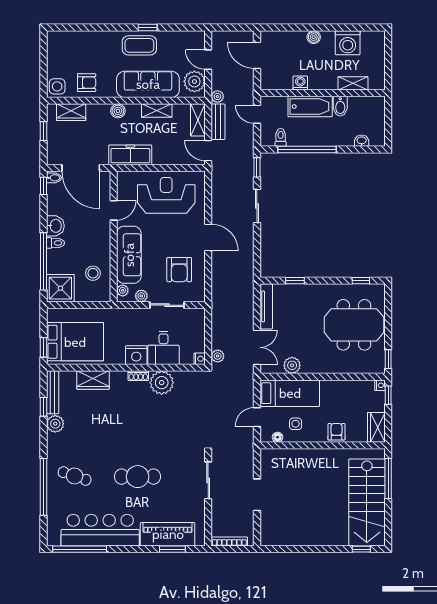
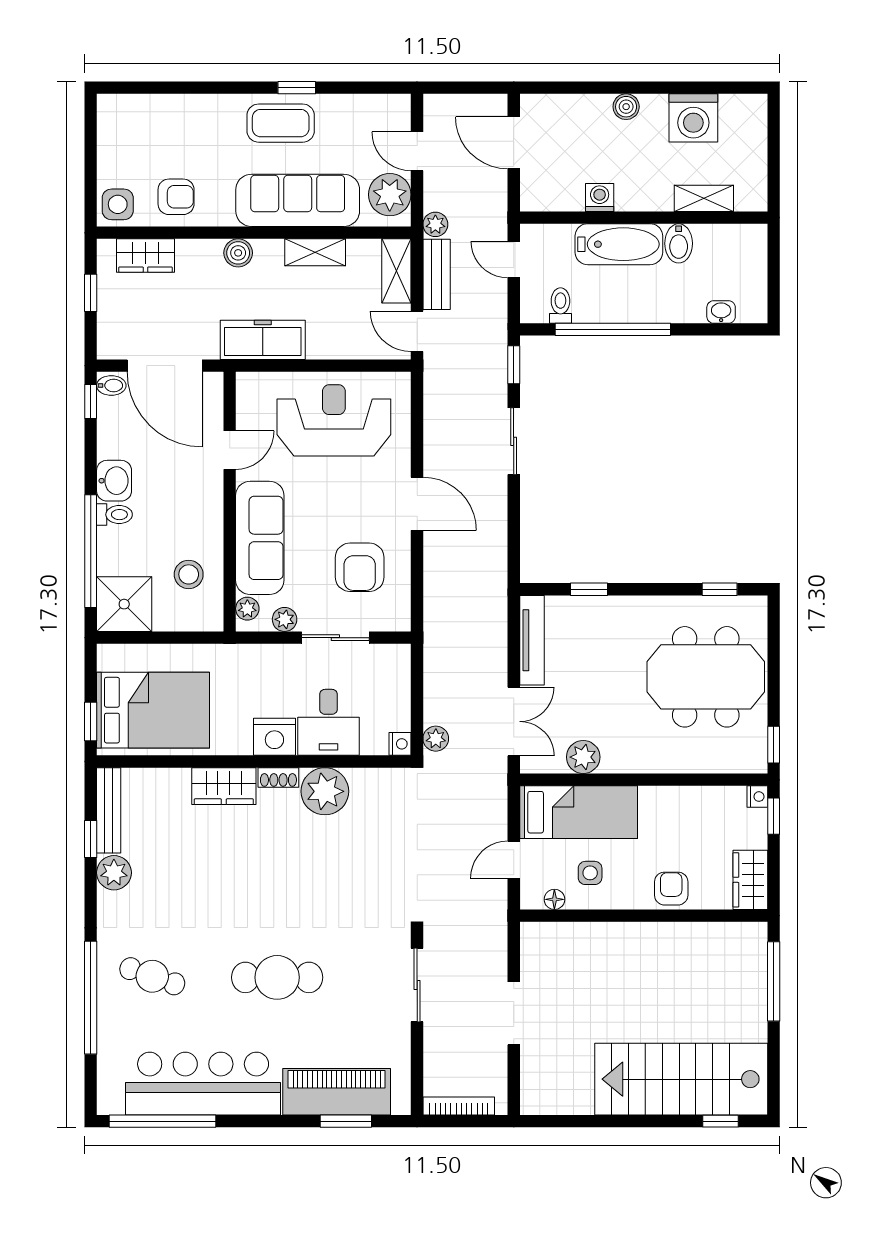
wardrobe: (93, 380) -> (224, 786), moved
stairs: (367, 502) -> (681, 1079), moved, turned 90

